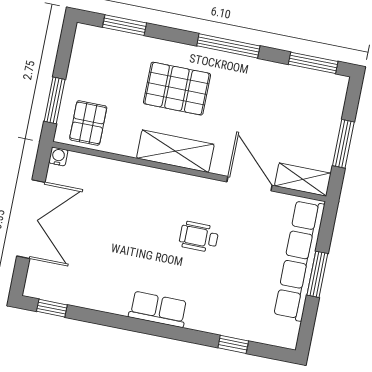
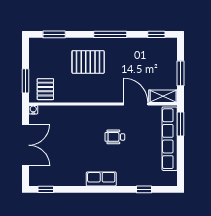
window: (313, 63) -> (156, 34), width x0.67
shelving: (175, 151) -> (94, 95), removed
window: (317, 274) -> (181, 124), moved

